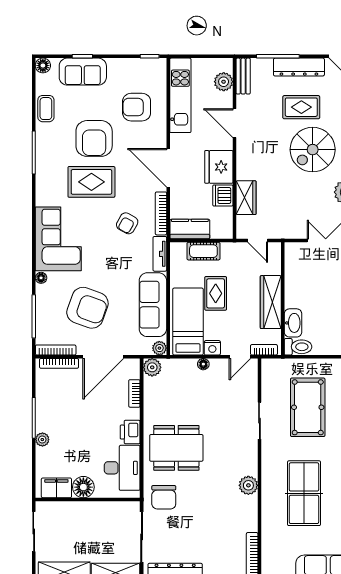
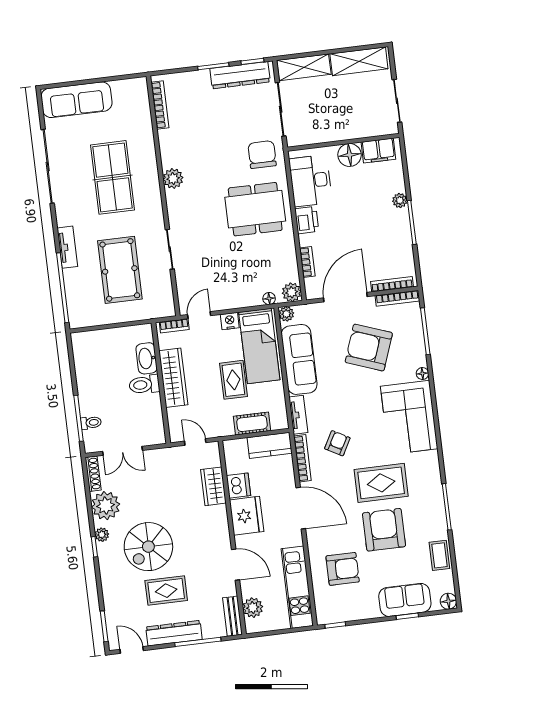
spiral stairs: (313, 150) -> (148, 547), turned 180
toilet: (298, 347) -> (144, 385), moved
floor lamp: (203, 364) -> (269, 299), moved

